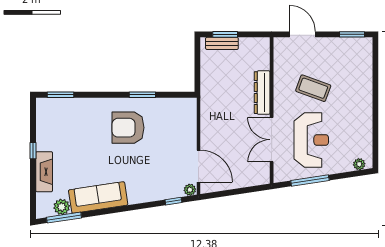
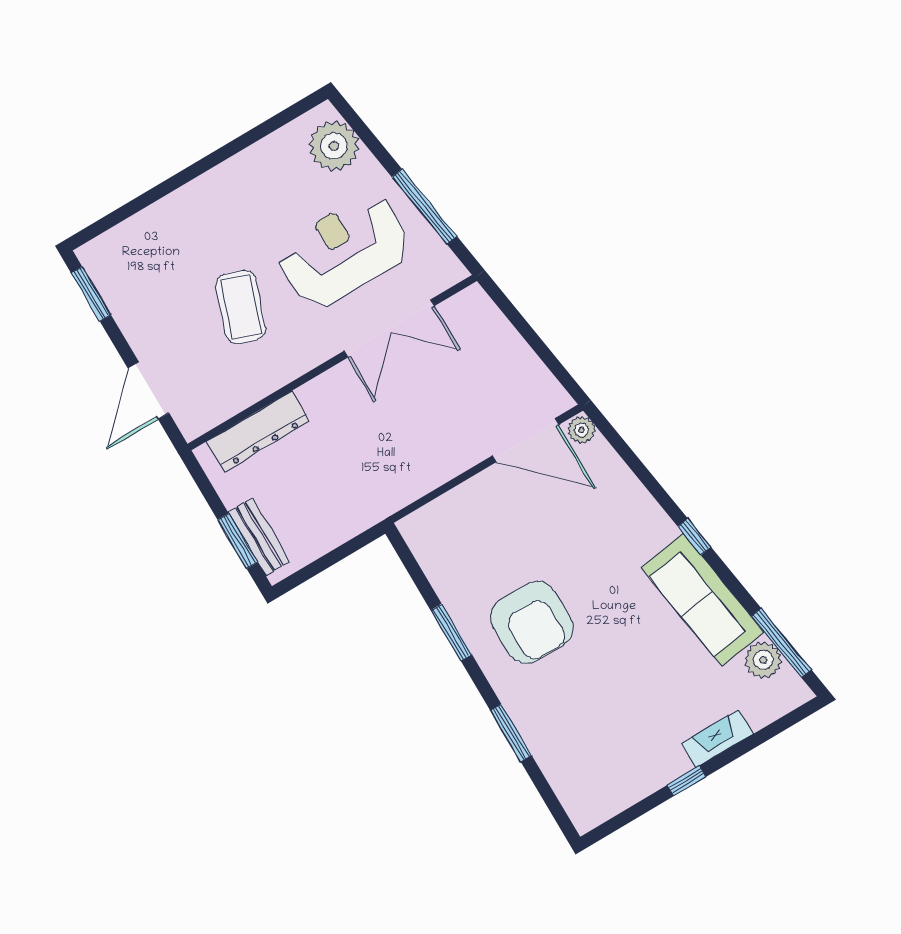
dresser: (262, 93) -> (258, 431), moved
window: (60, 95) -> (511, 733), moved
plant: (359, 164) -> (334, 146), width x1.87, depth x1.87
door: (199, 166) -> (525, 440), swing flipped
fireplace: (44, 172) -> (717, 739), width x0.73, depth x0.76
window: (173, 201) -> (694, 537), moved

